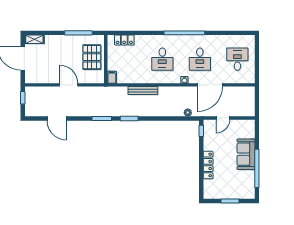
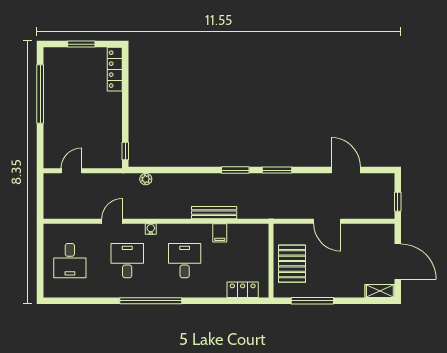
filing cabinet: (112, 77) -> (220, 233), moved
door: (210, 85) -> (112, 221), width x0.53
door: (223, 118) -> (71, 171), moved
sofa: (246, 154) -> (57, 116), removed
locker: (208, 165) -> (115, 69), moved

